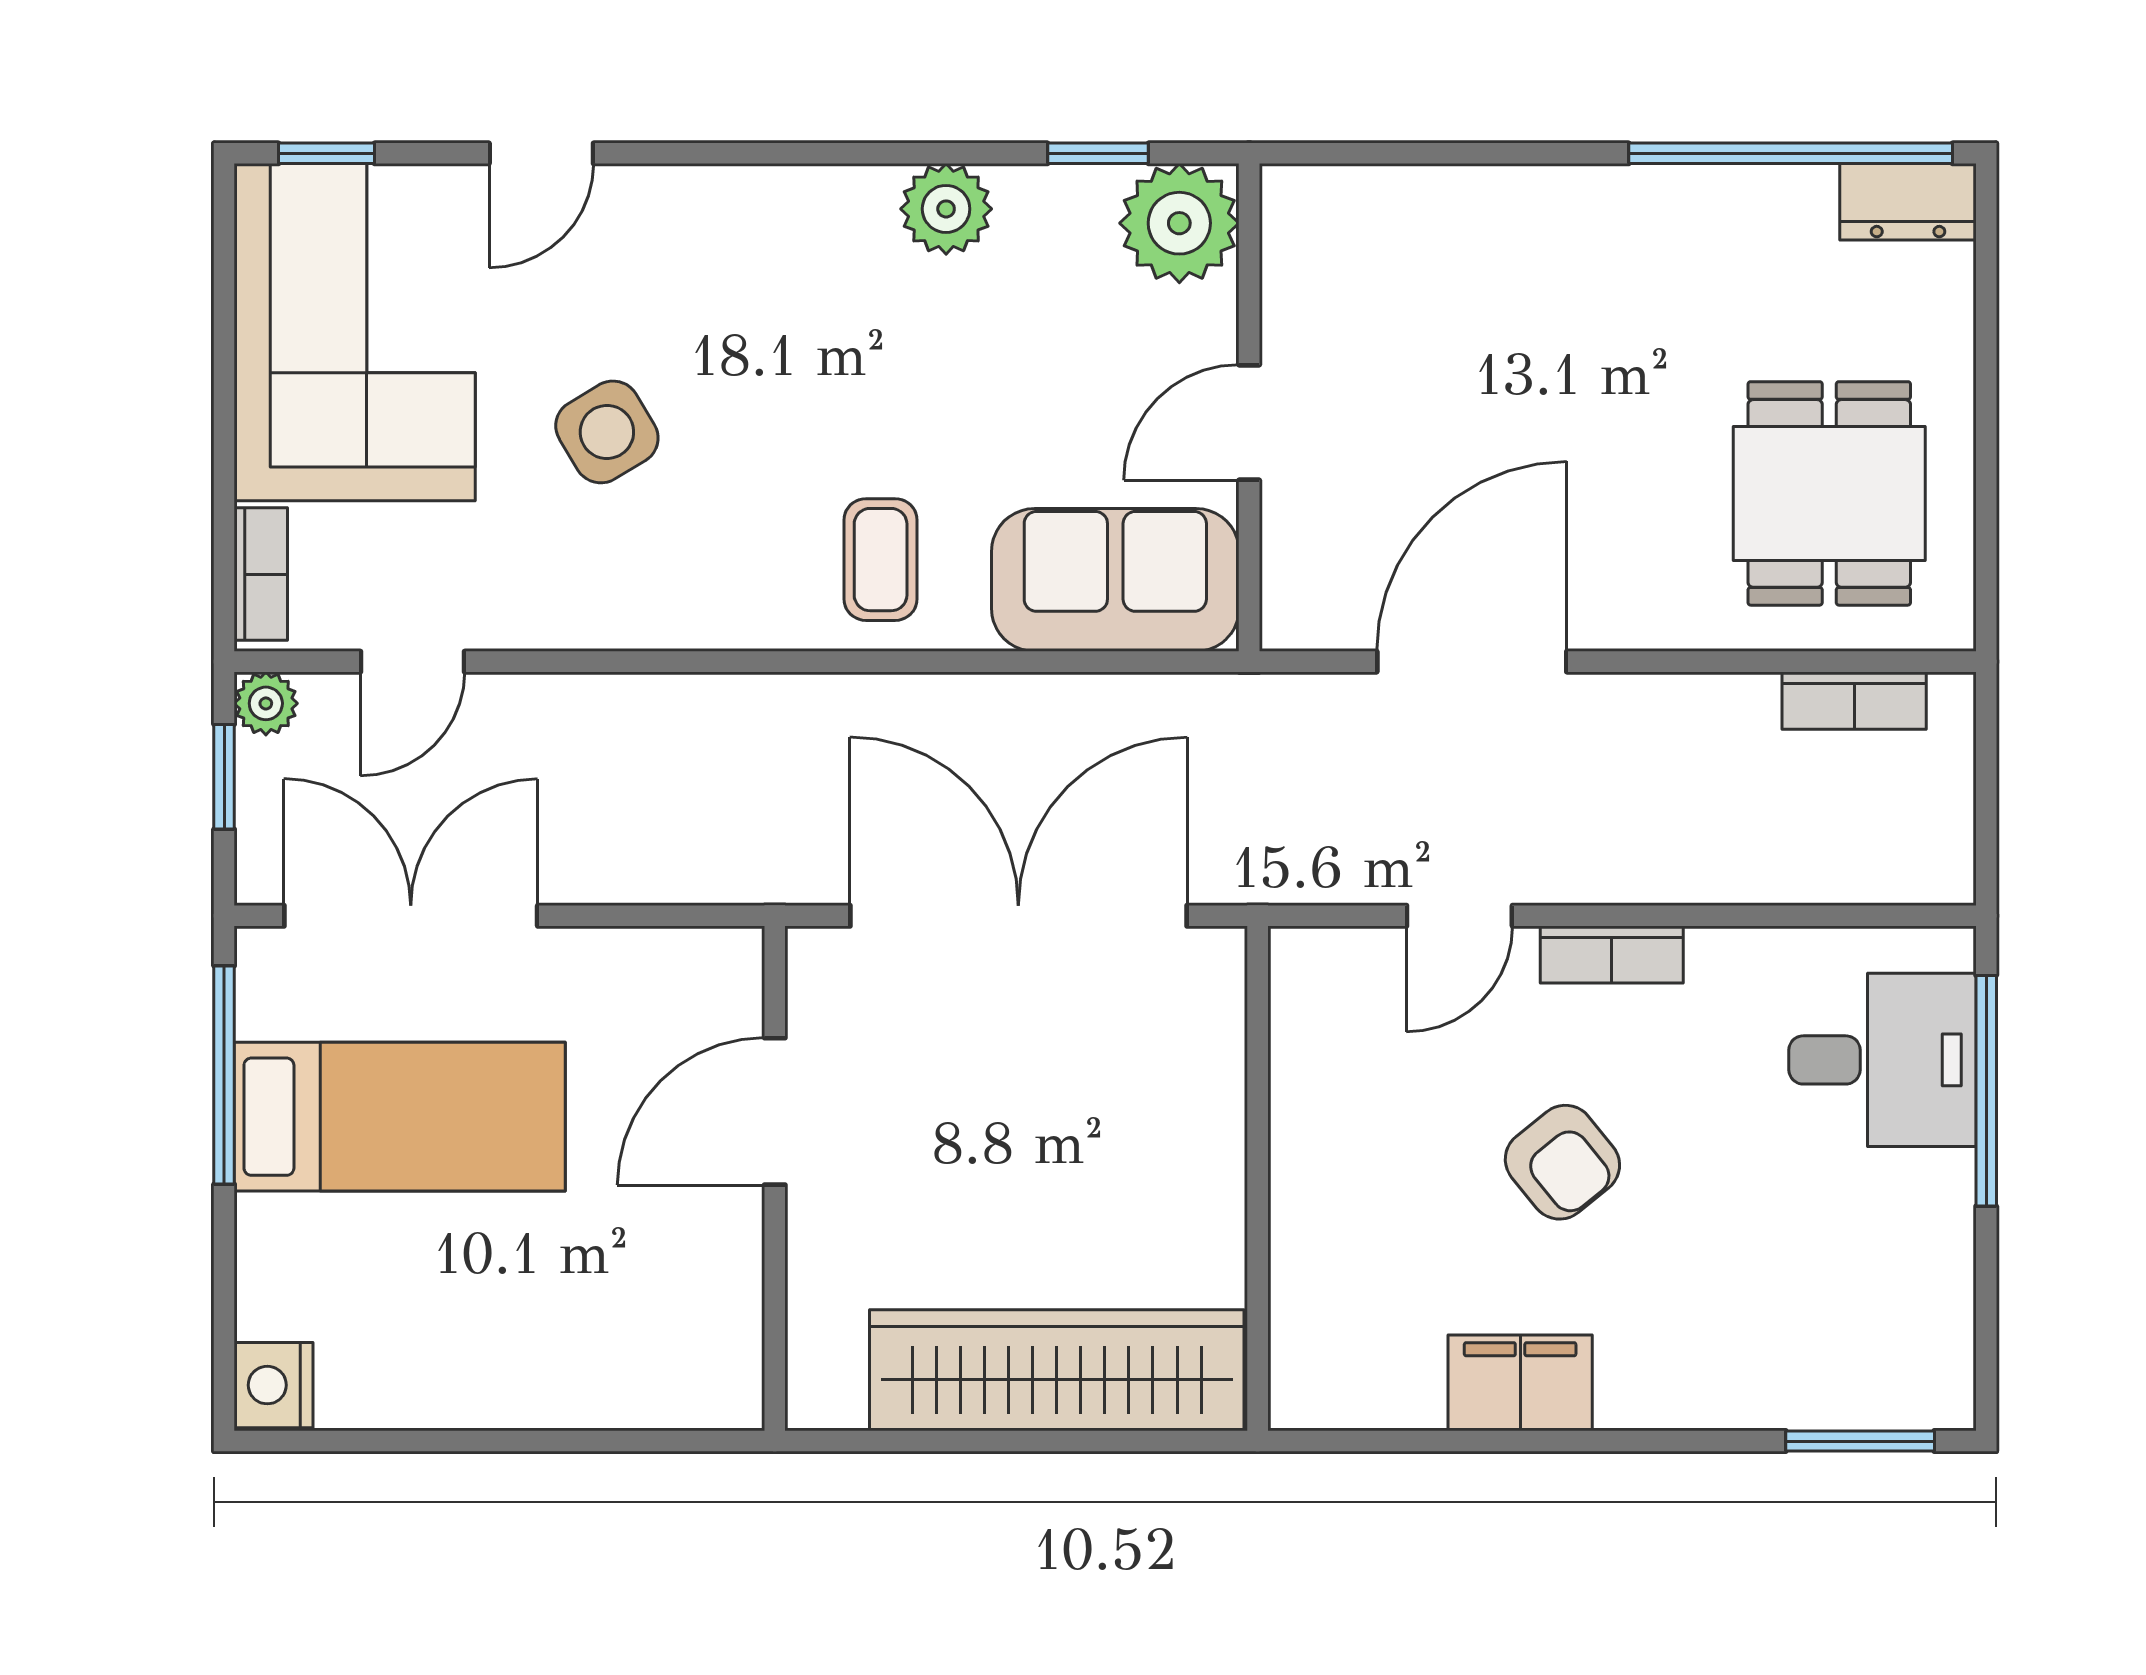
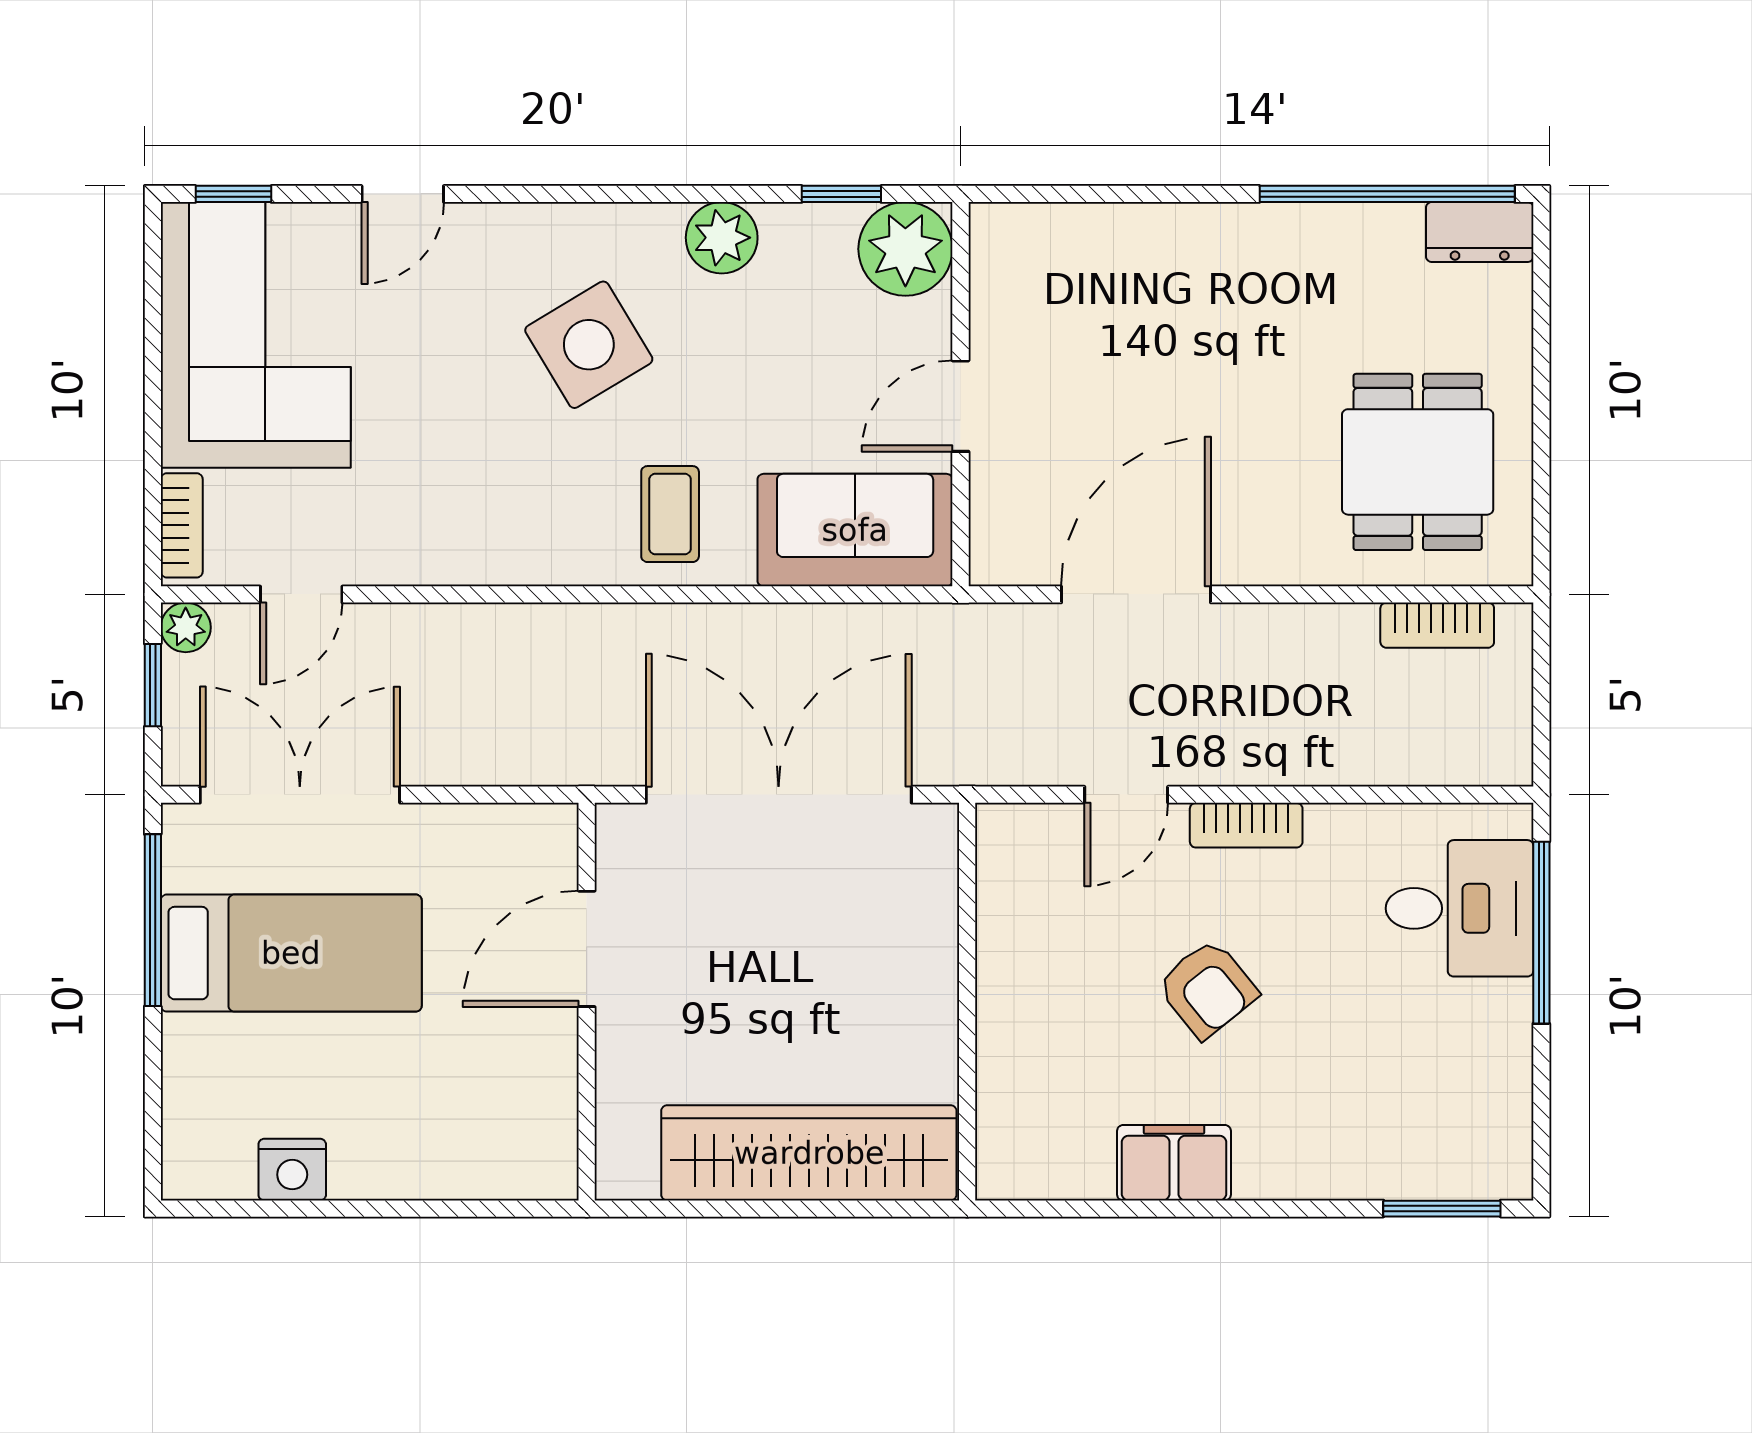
side table: (607, 432) -> (589, 345), moved, width x1.37, depth x1.37
nightstand: (274, 1385) -> (292, 1170), moved, turned -90

